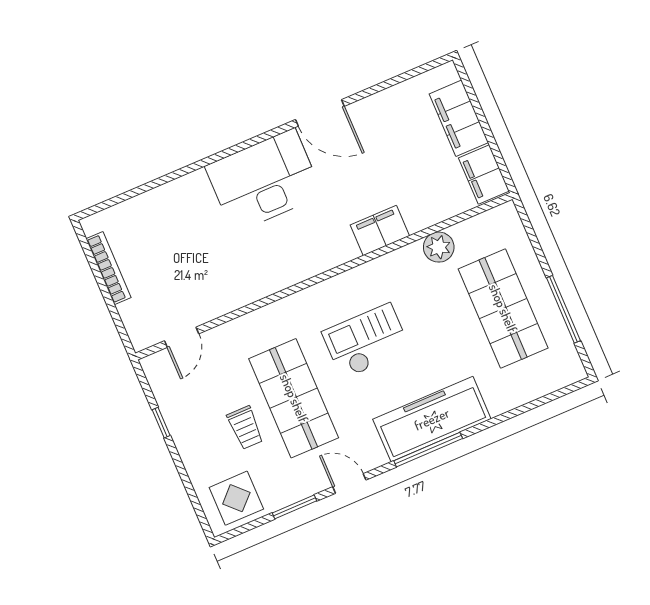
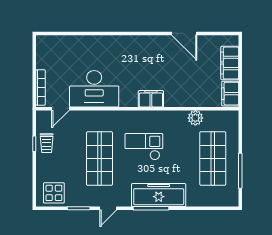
door: (320, 113) -> (184, 33), moved
desk: (264, 181) -> (94, 89), moved, turned 180
filing cabinet: (380, 230) -> (151, 99), moved
bookcase: (108, 268) -> (41, 87), moved
trolley: (245, 428) -> (47, 143), moved
door: (349, 483) -> (108, 208), swing flipped

